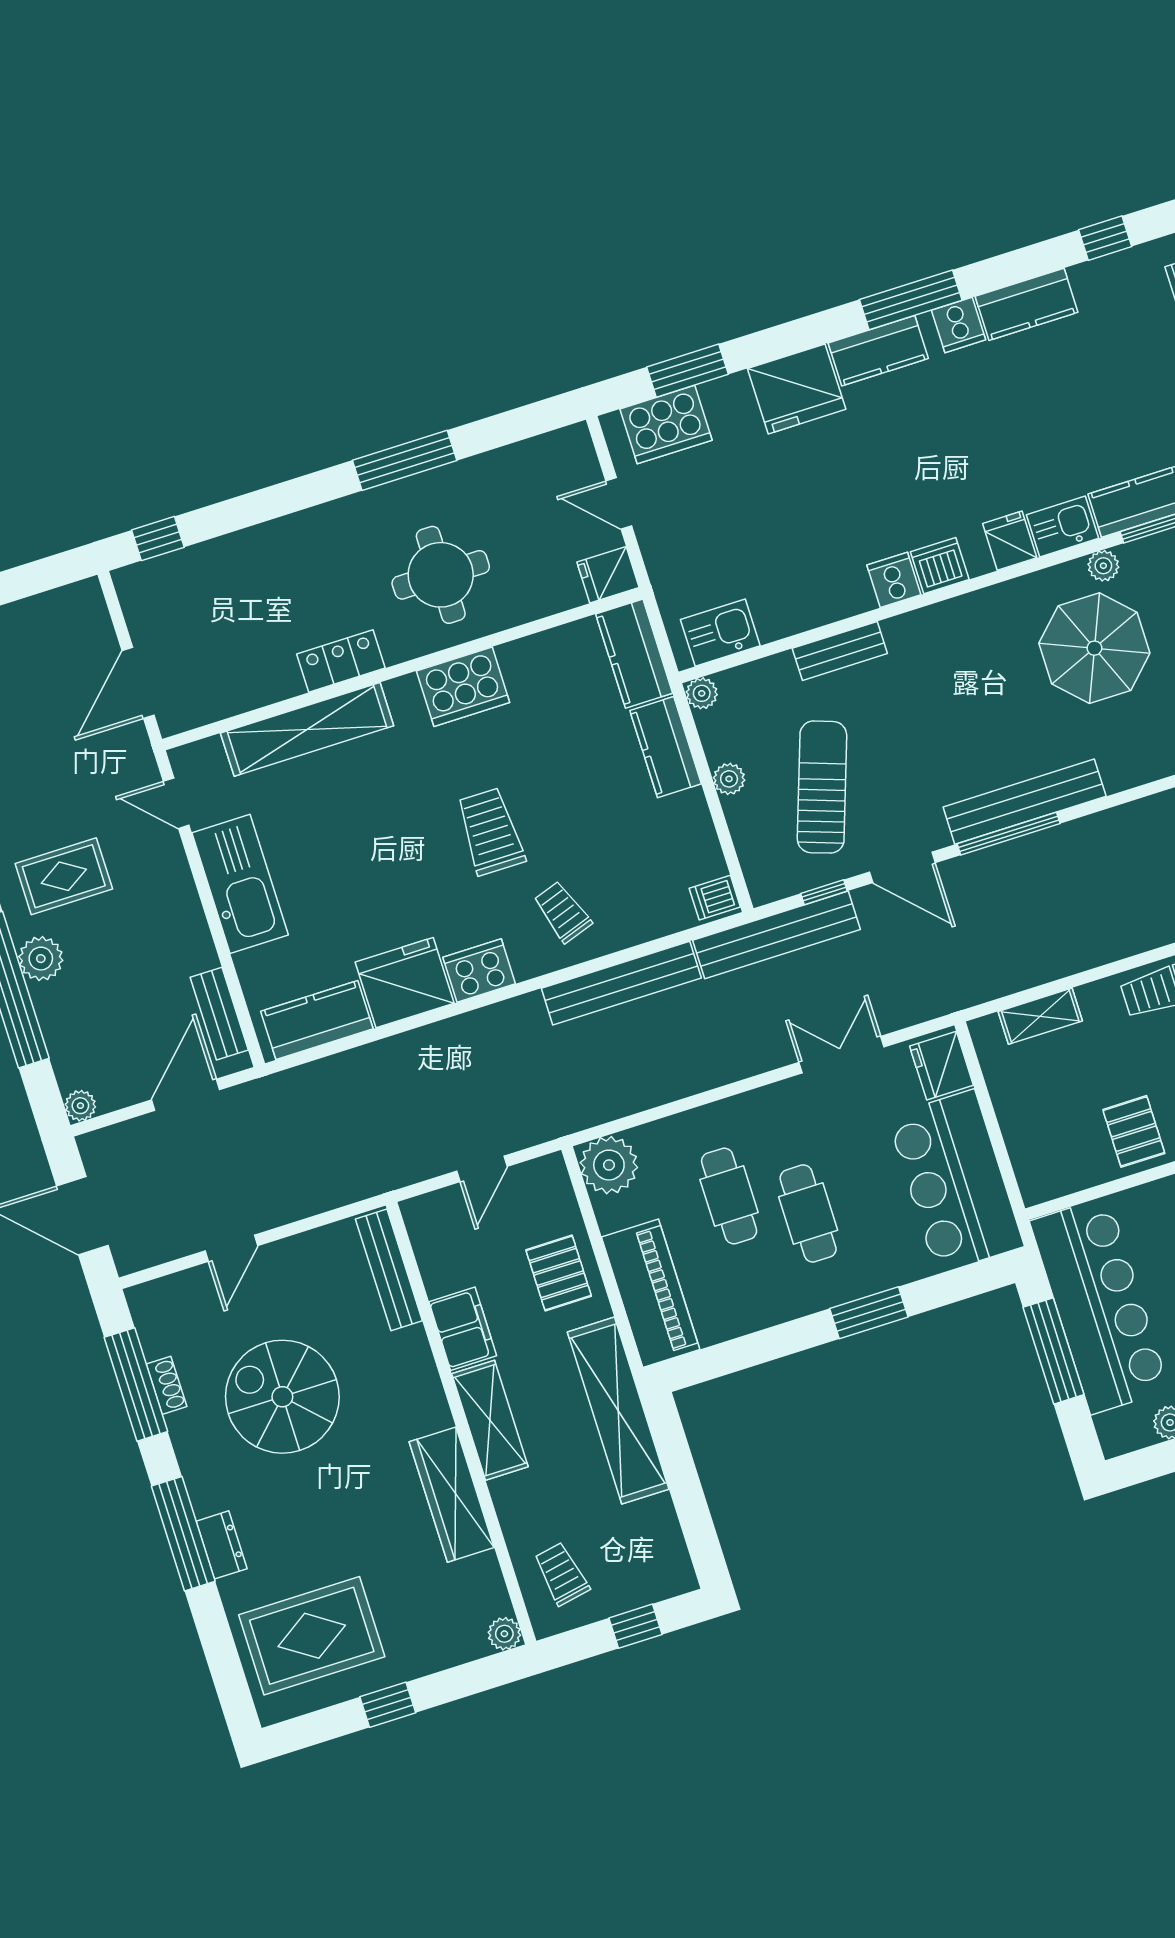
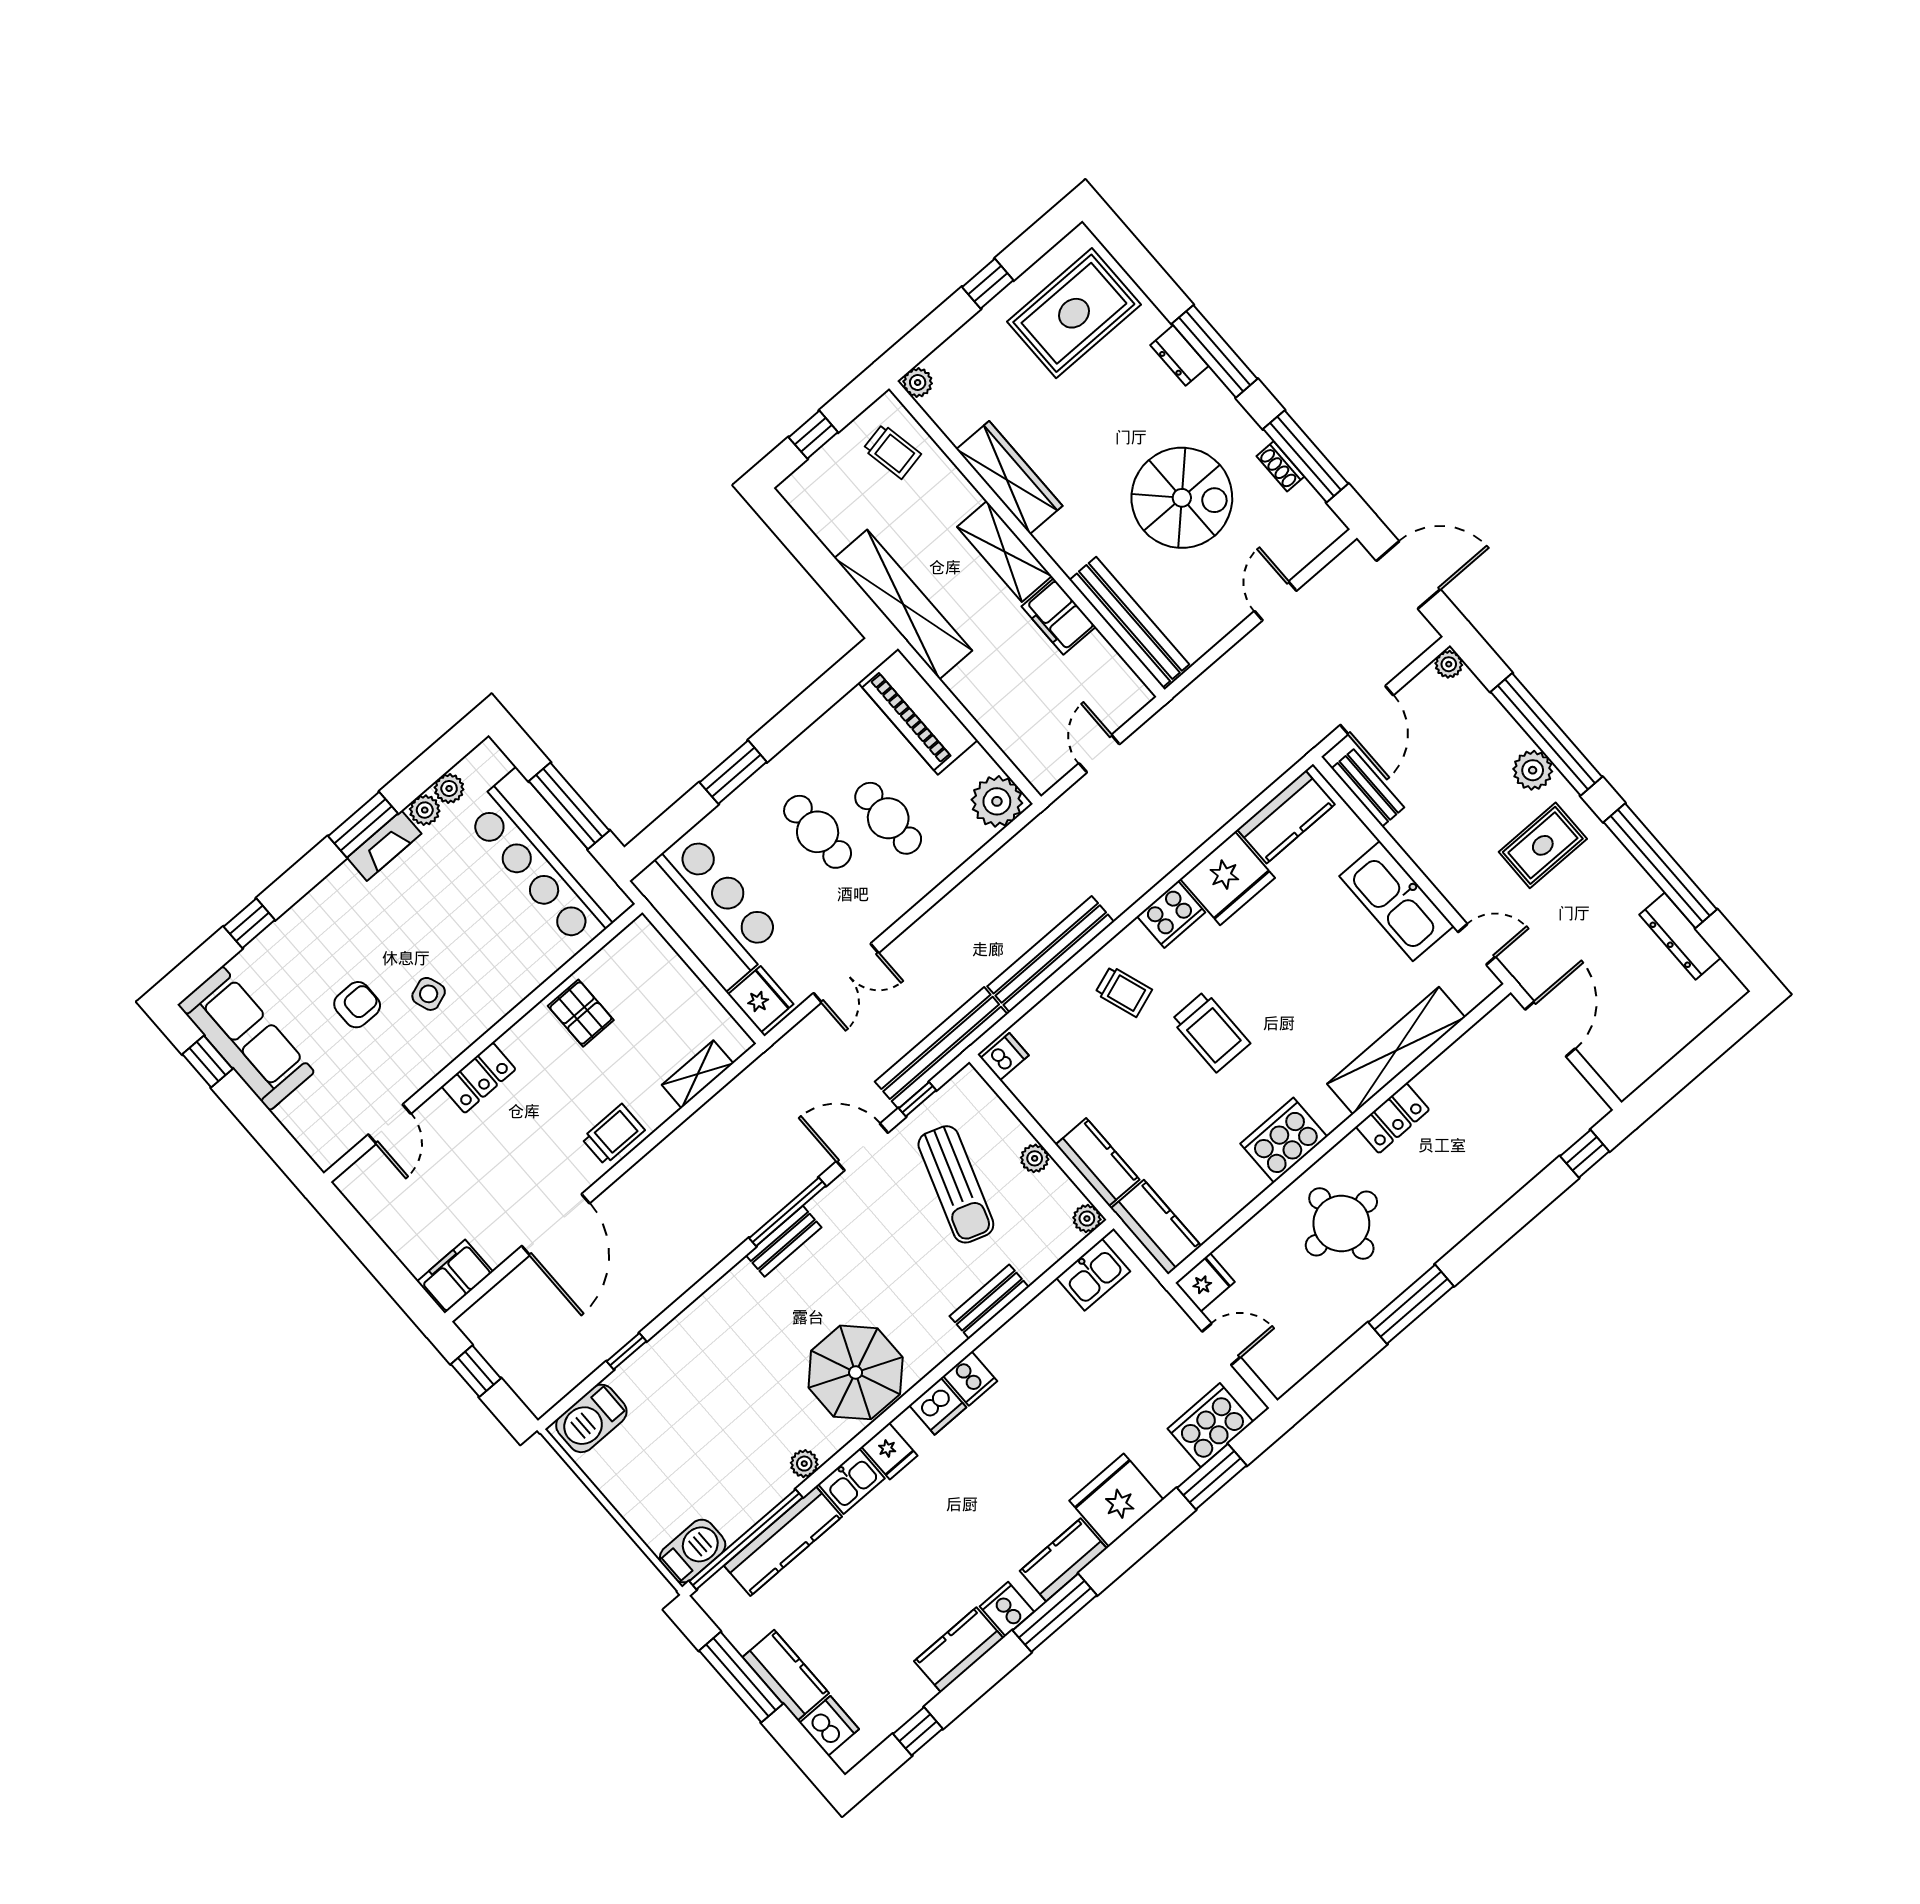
parasol: (1094, 648) -> (856, 1372), moved
bench: (1025, 802) -> (784, 1241), width x0.54, depth x0.82
bench: (389, 1270) -> (1129, 622), width x1.37, depth x1.21
pallet: (559, 1273) -> (1000, 696), removed

